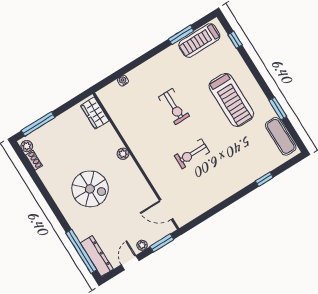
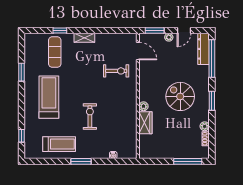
window: (181, 35) -> (81, 161), moved
treadmill: (199, 40) -> (59, 144), moved
wardrobe: (95, 113) -> (145, 123), moved
exercise mat: (281, 136) -> (55, 52), moved
plant: (27, 146) -> (205, 126), moved
exercise bike: (192, 154) -> (116, 71), moved
shelving: (233, 188) -> (84, 38), added
window: (53, 206) -> (212, 101), added

